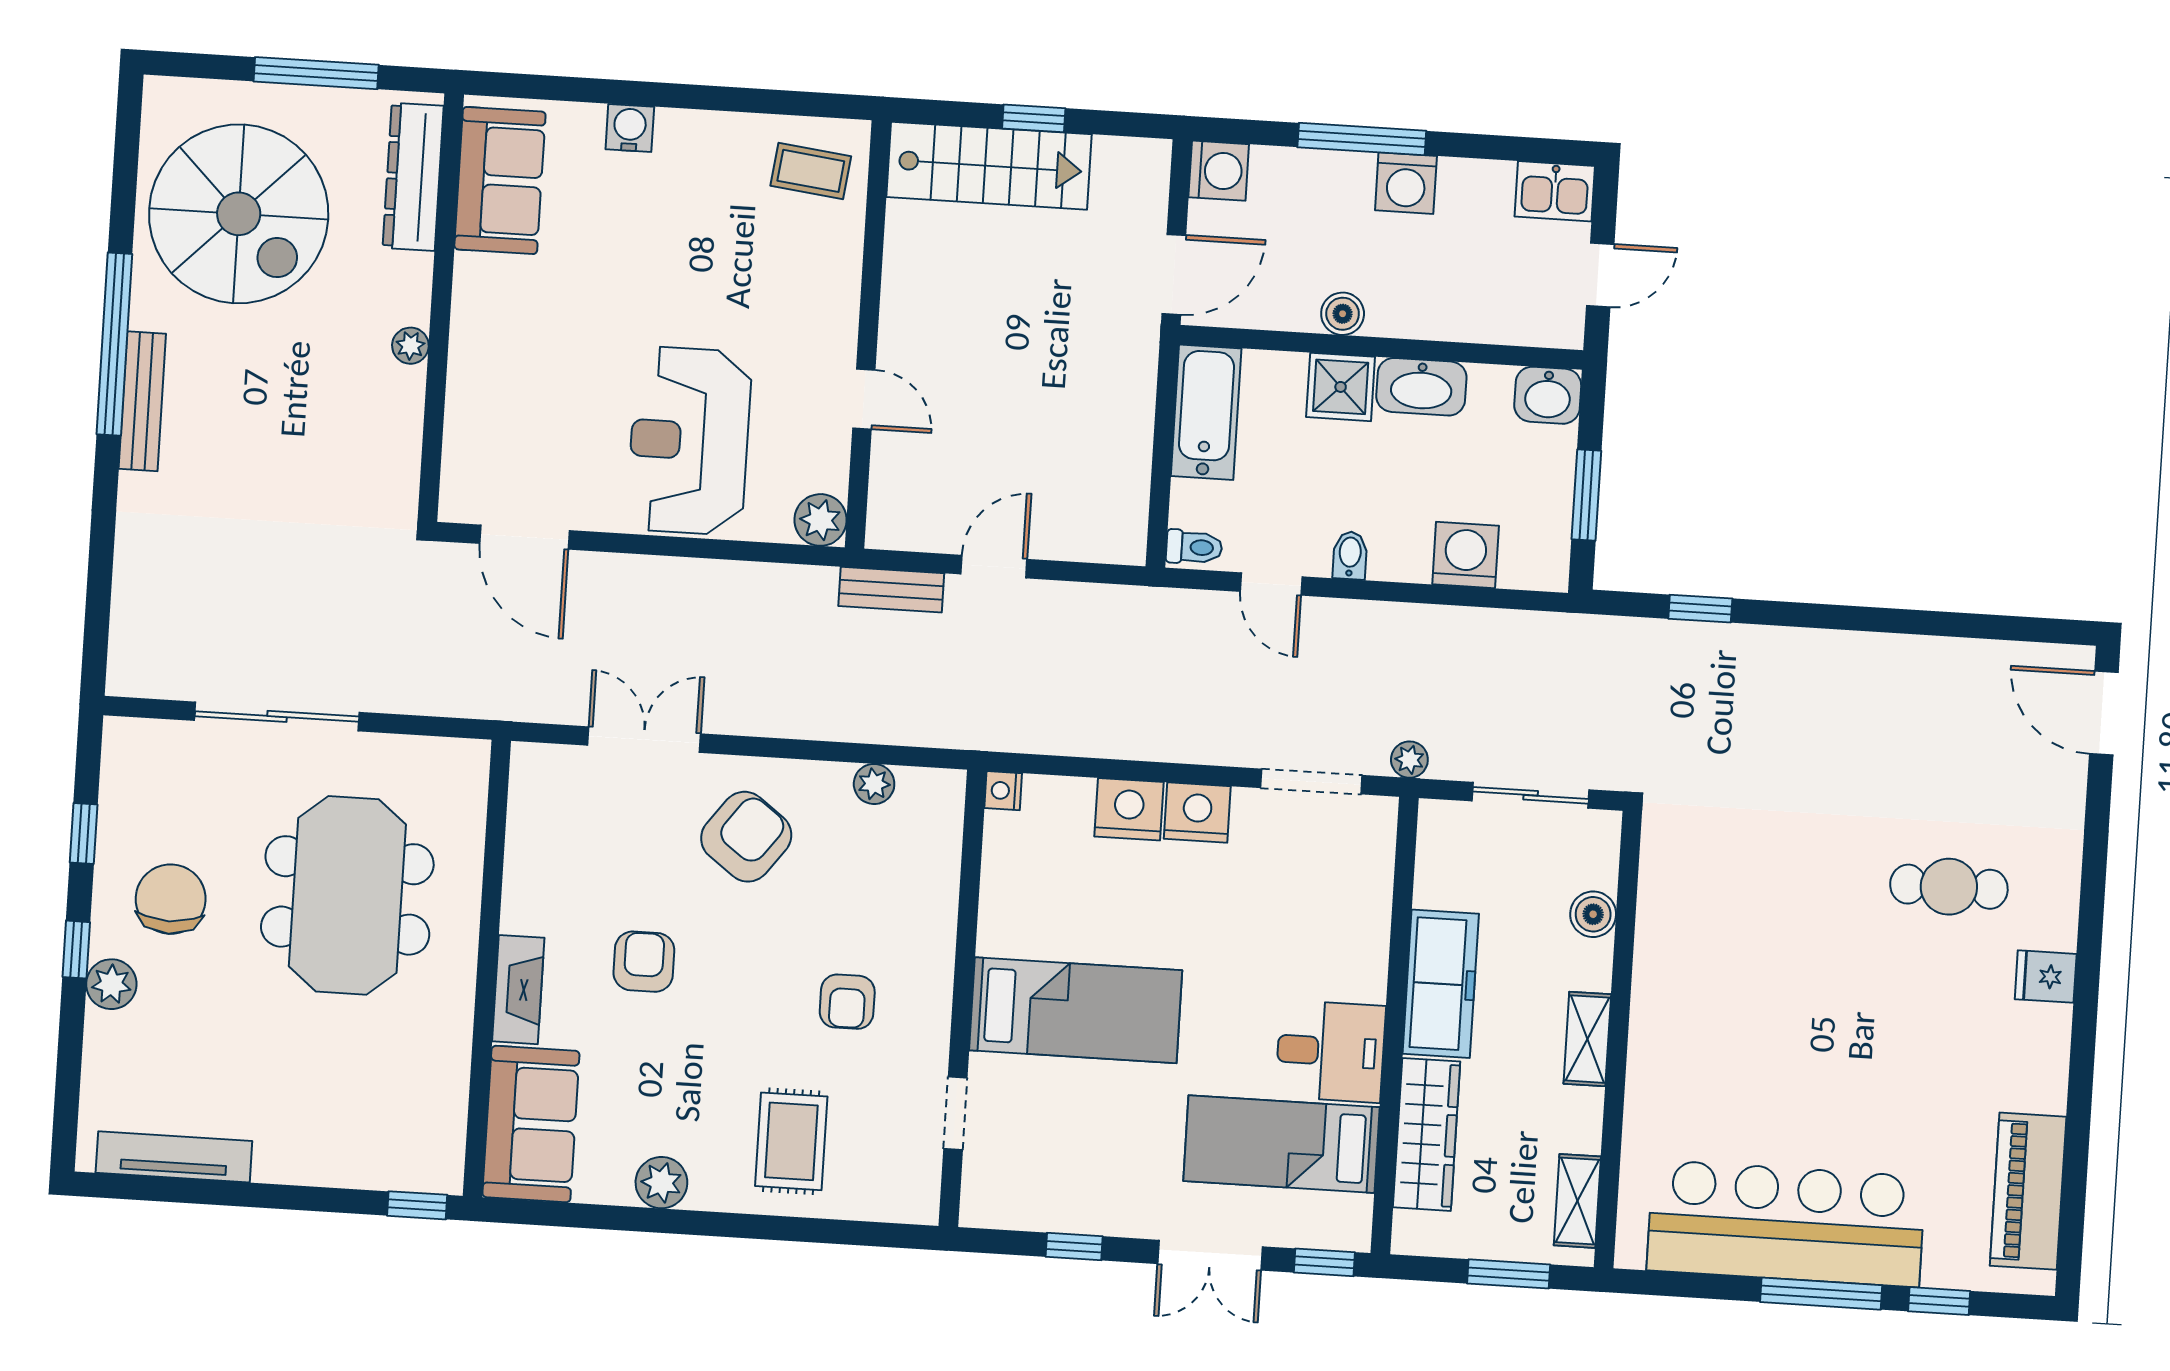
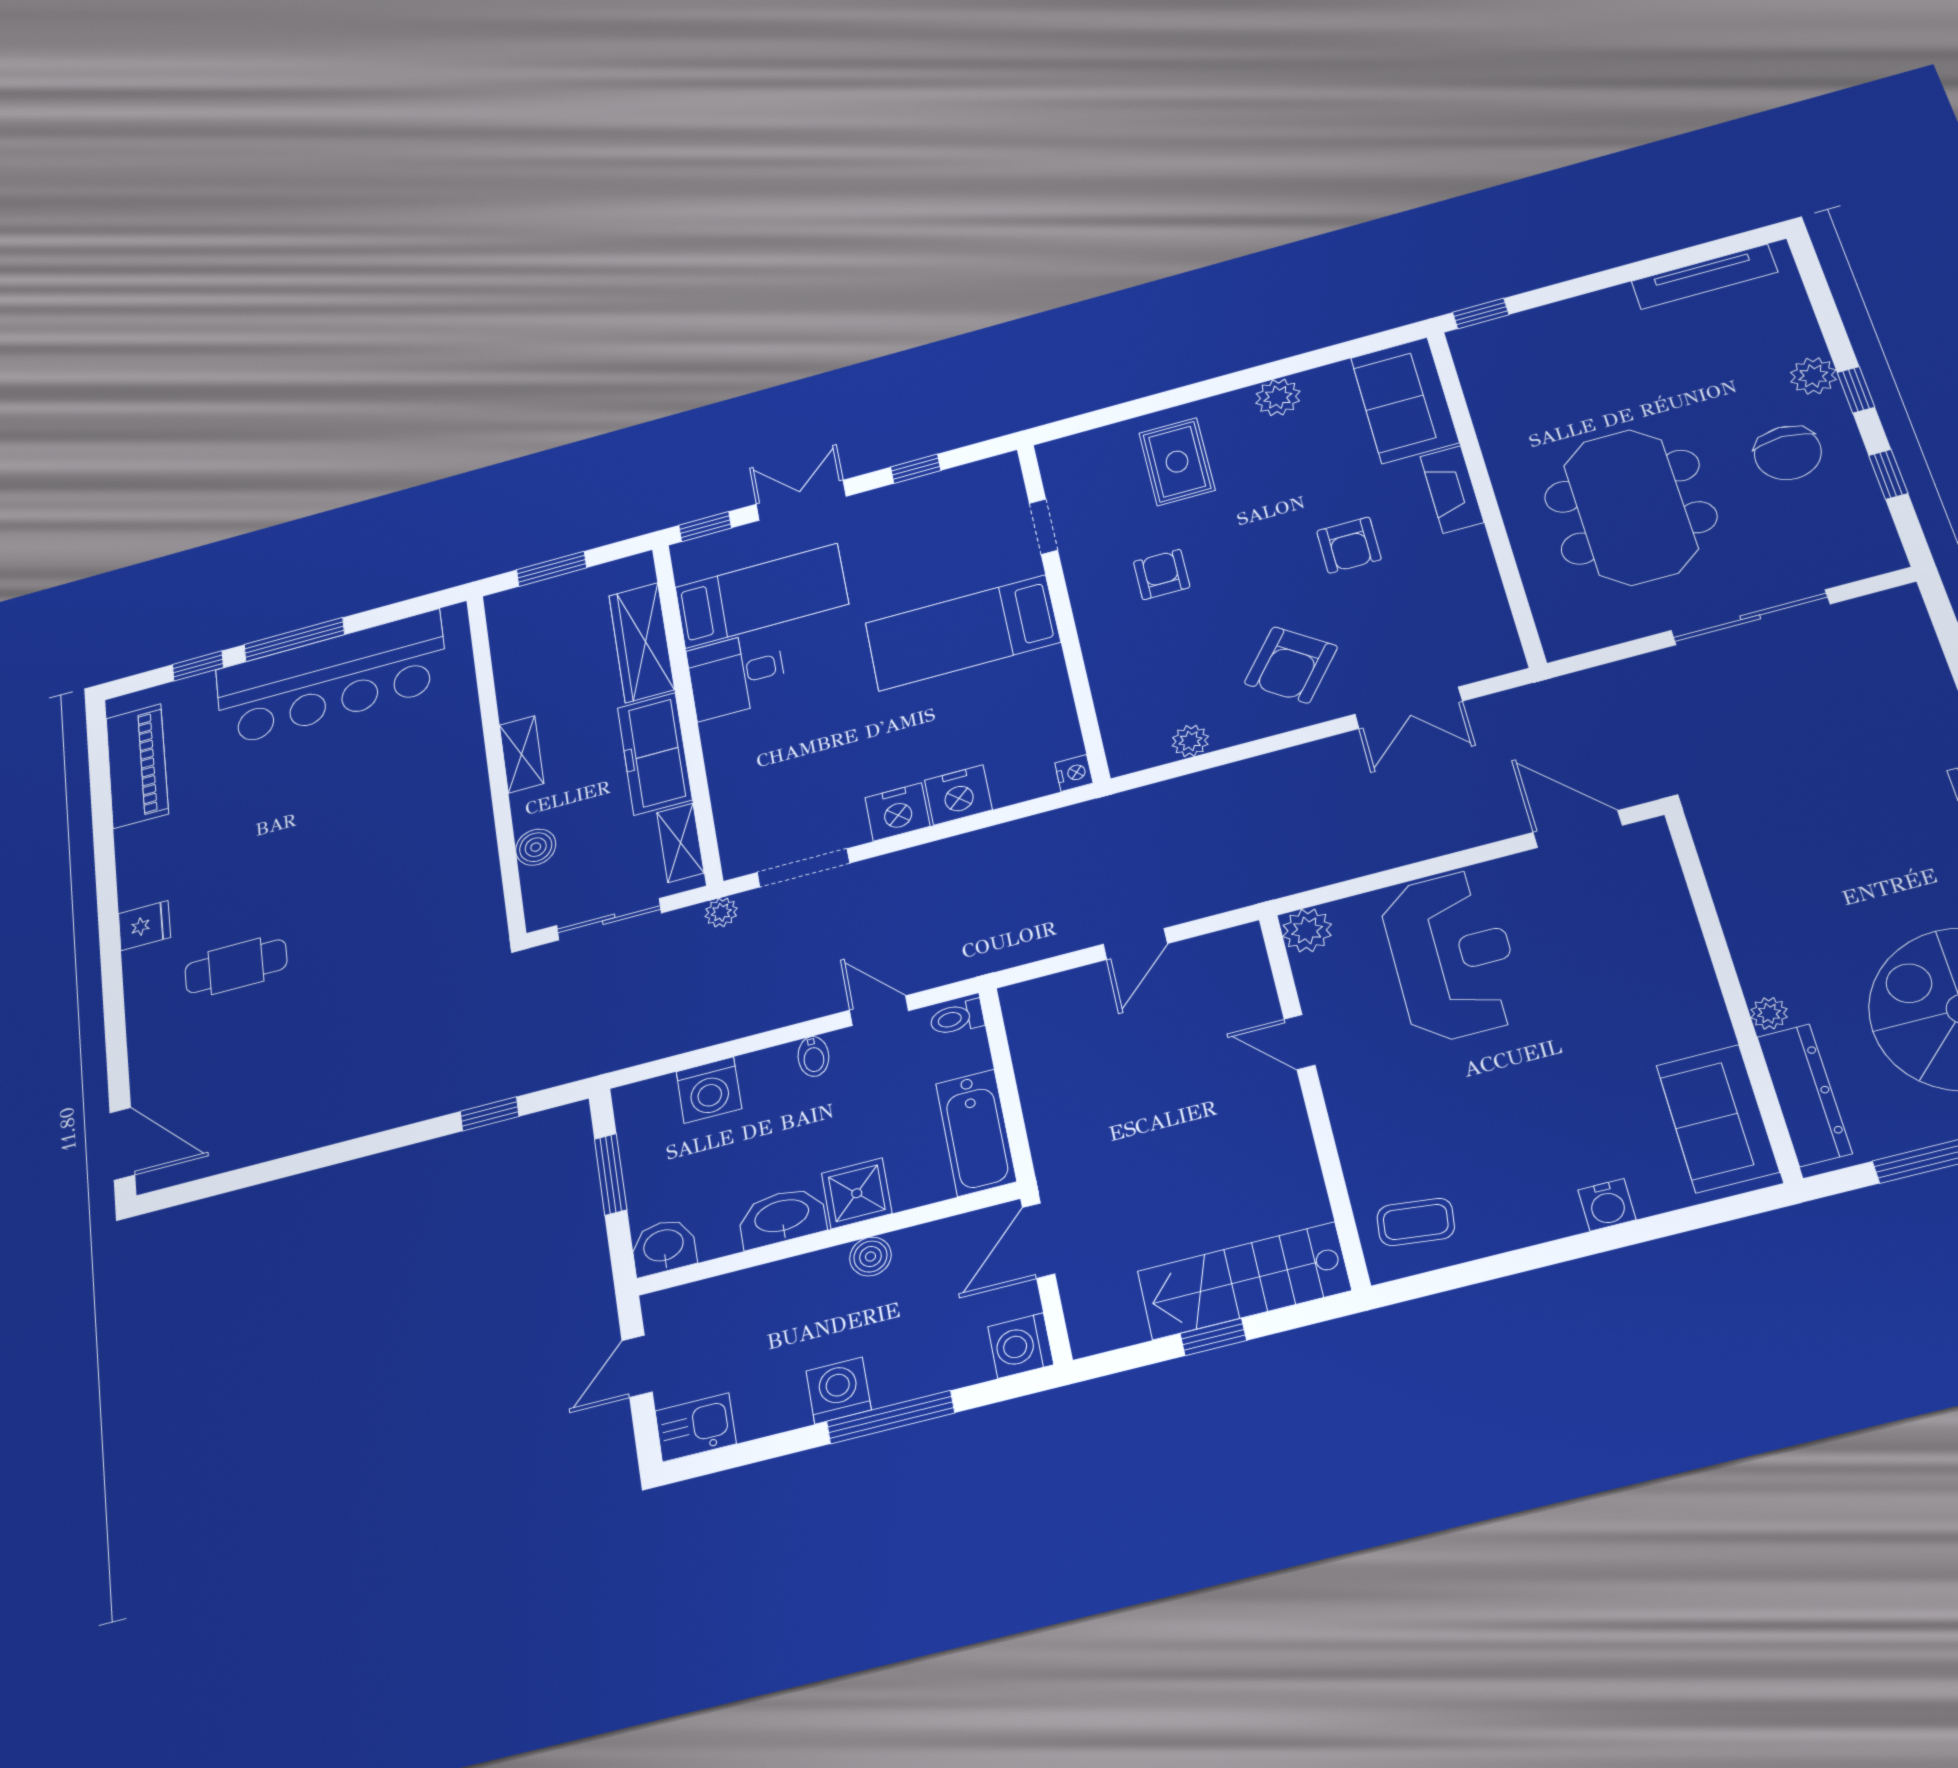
plant: (410, 346) -> (1769, 1013), moved
bench: (891, 590) -> (1224, 896), removed
shelving: (1577, 1201) -> (680, 843), moved

